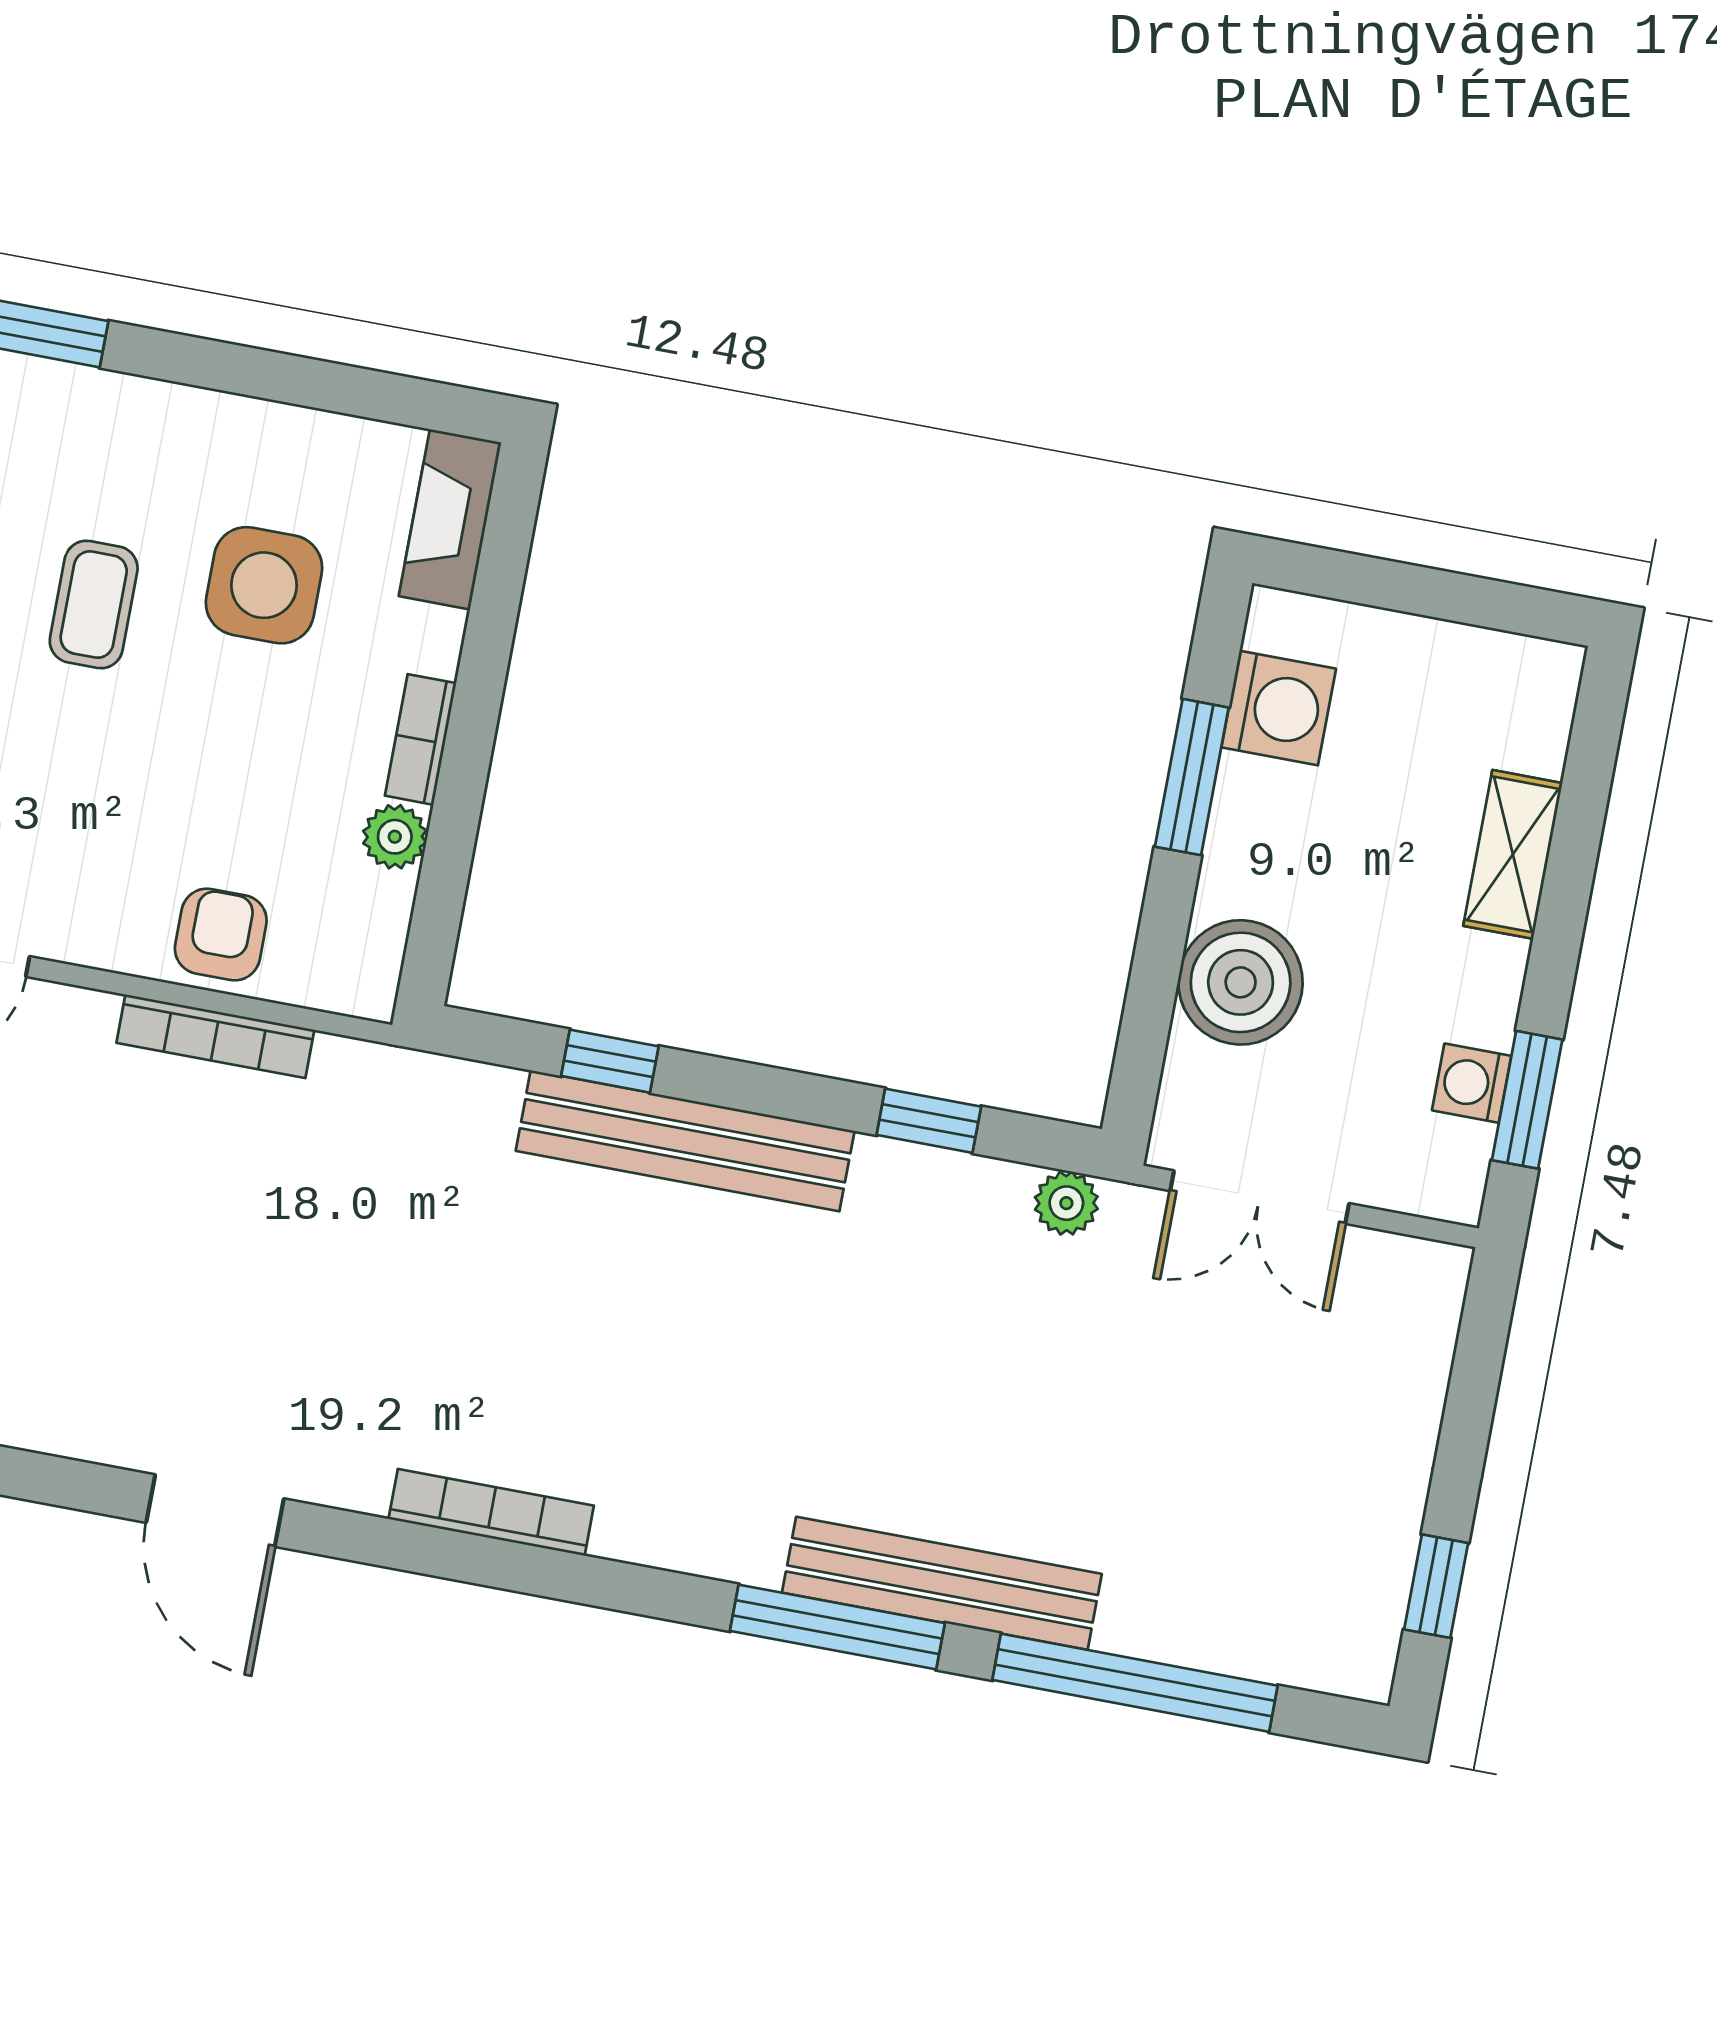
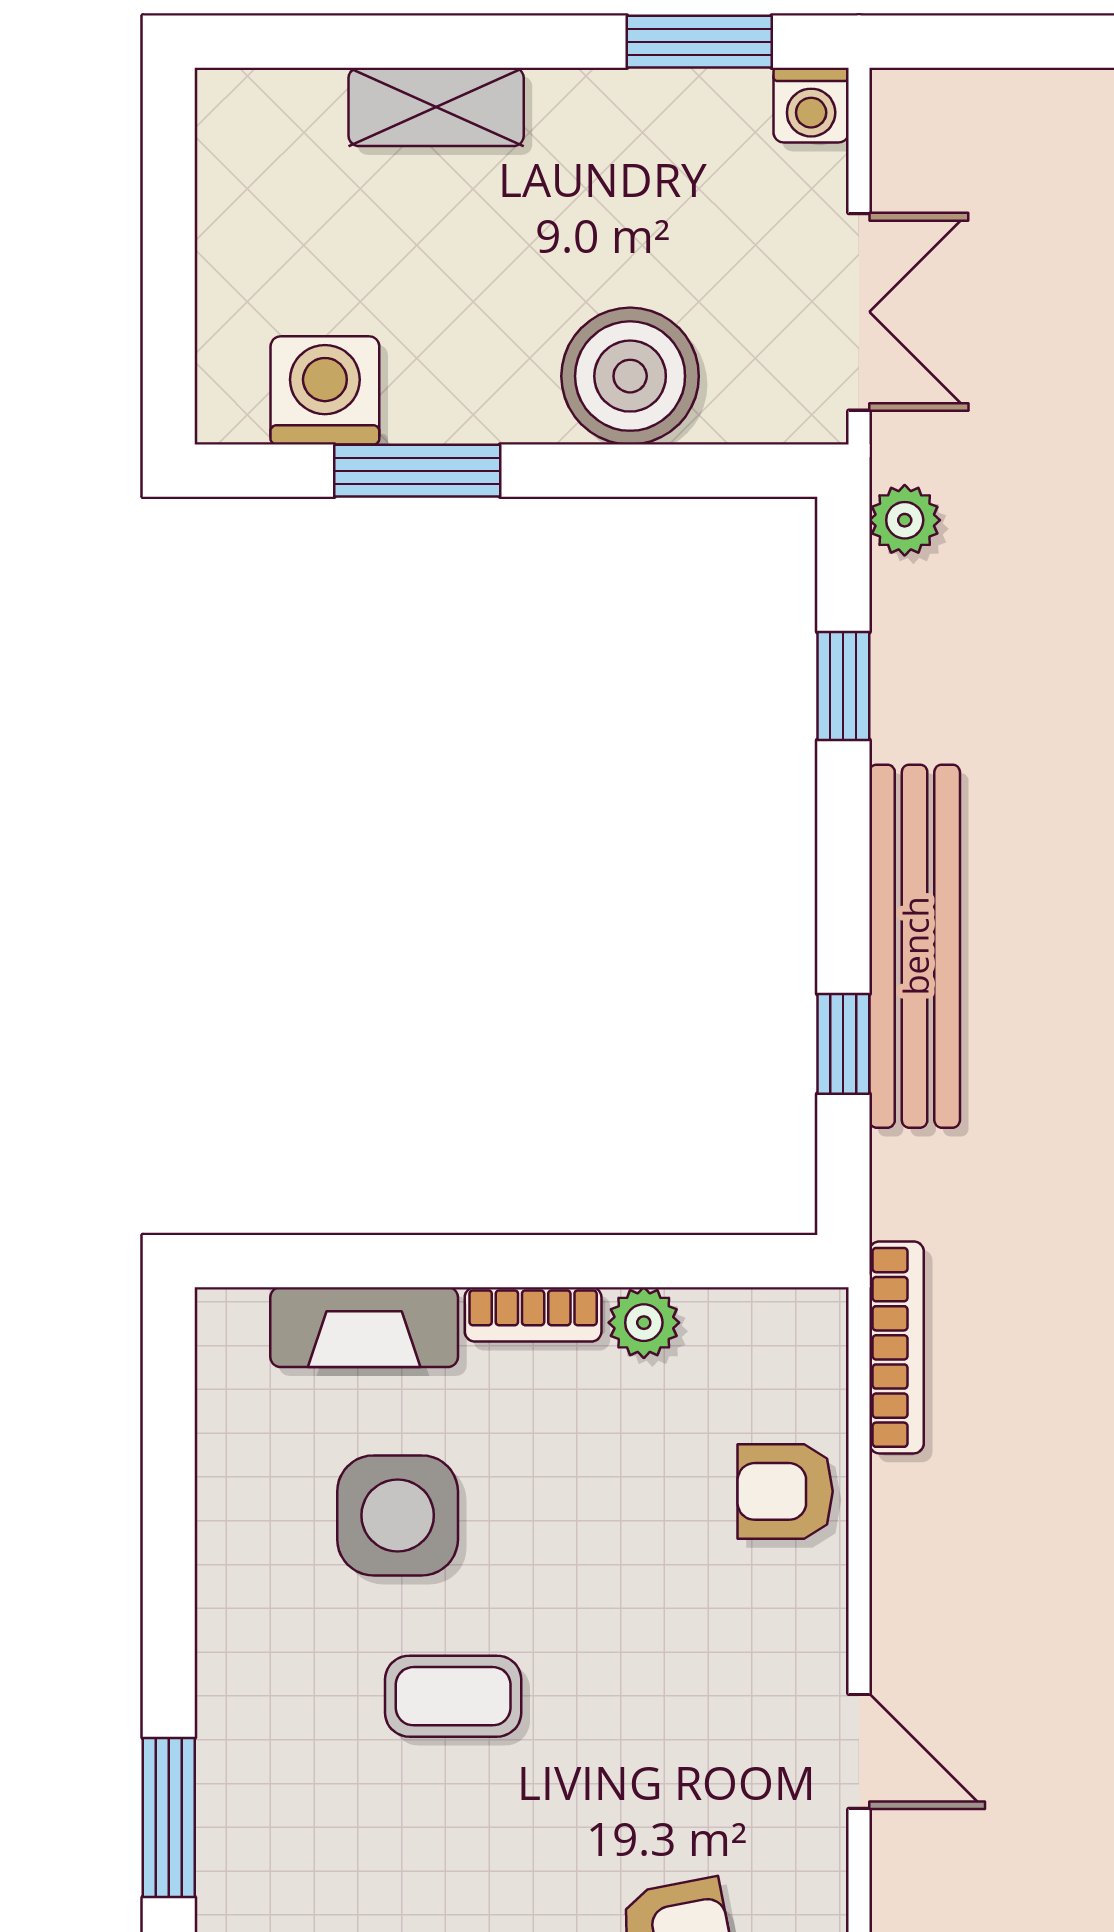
fireplace: (450, 519) -> (364, 1327), moved
bookcase: (215, 1036) -> (897, 1347), moved
washing machine: (1472, 1083) -> (811, 105), moved

